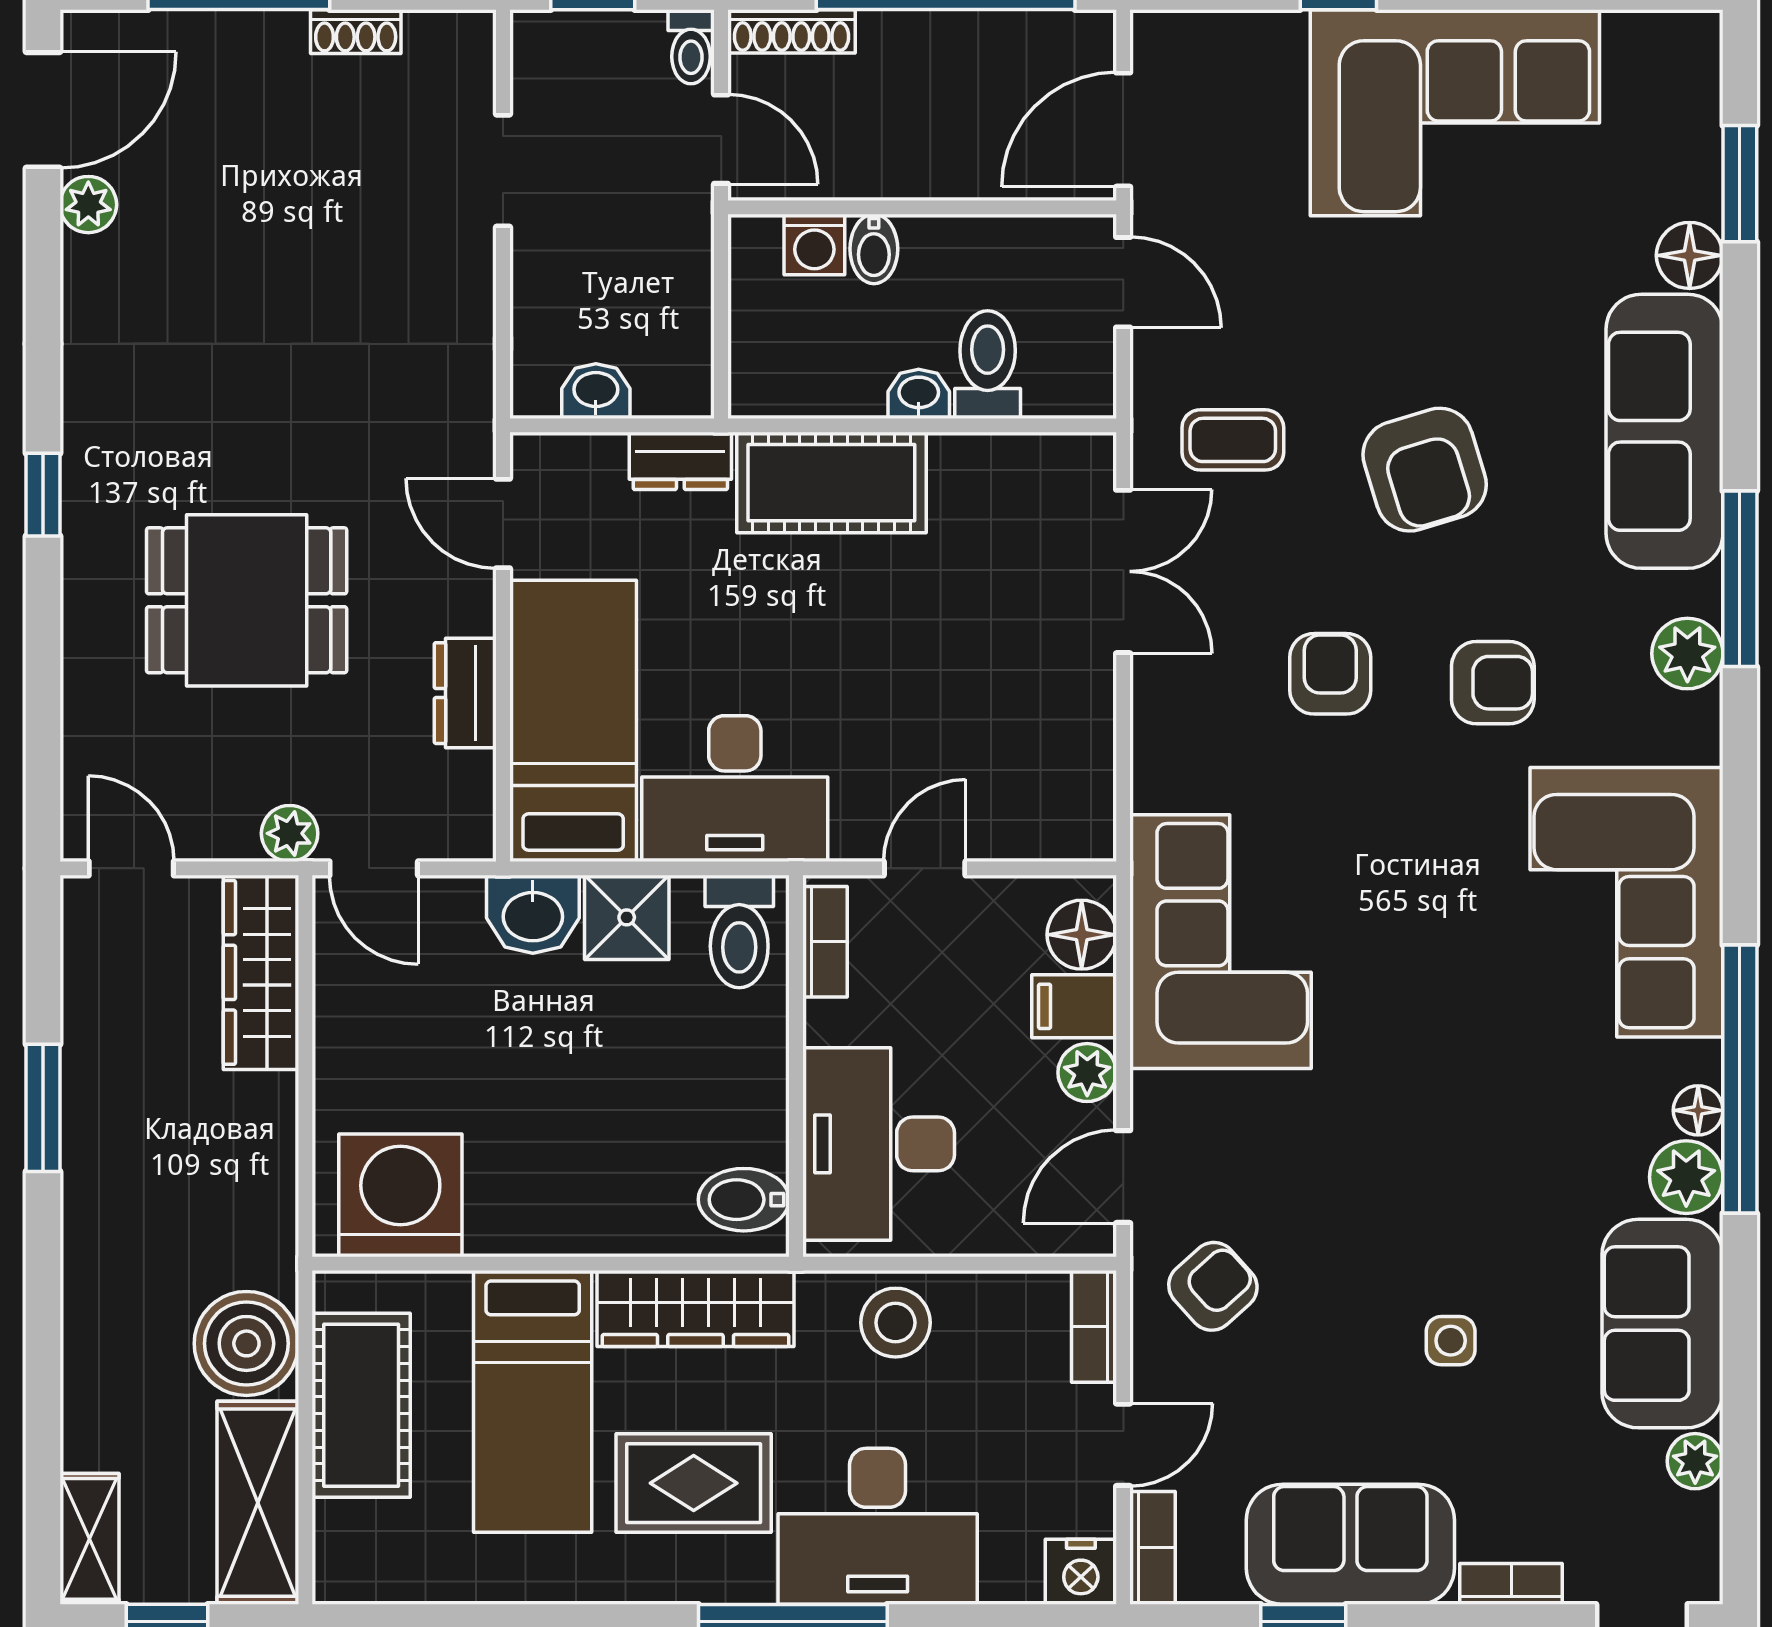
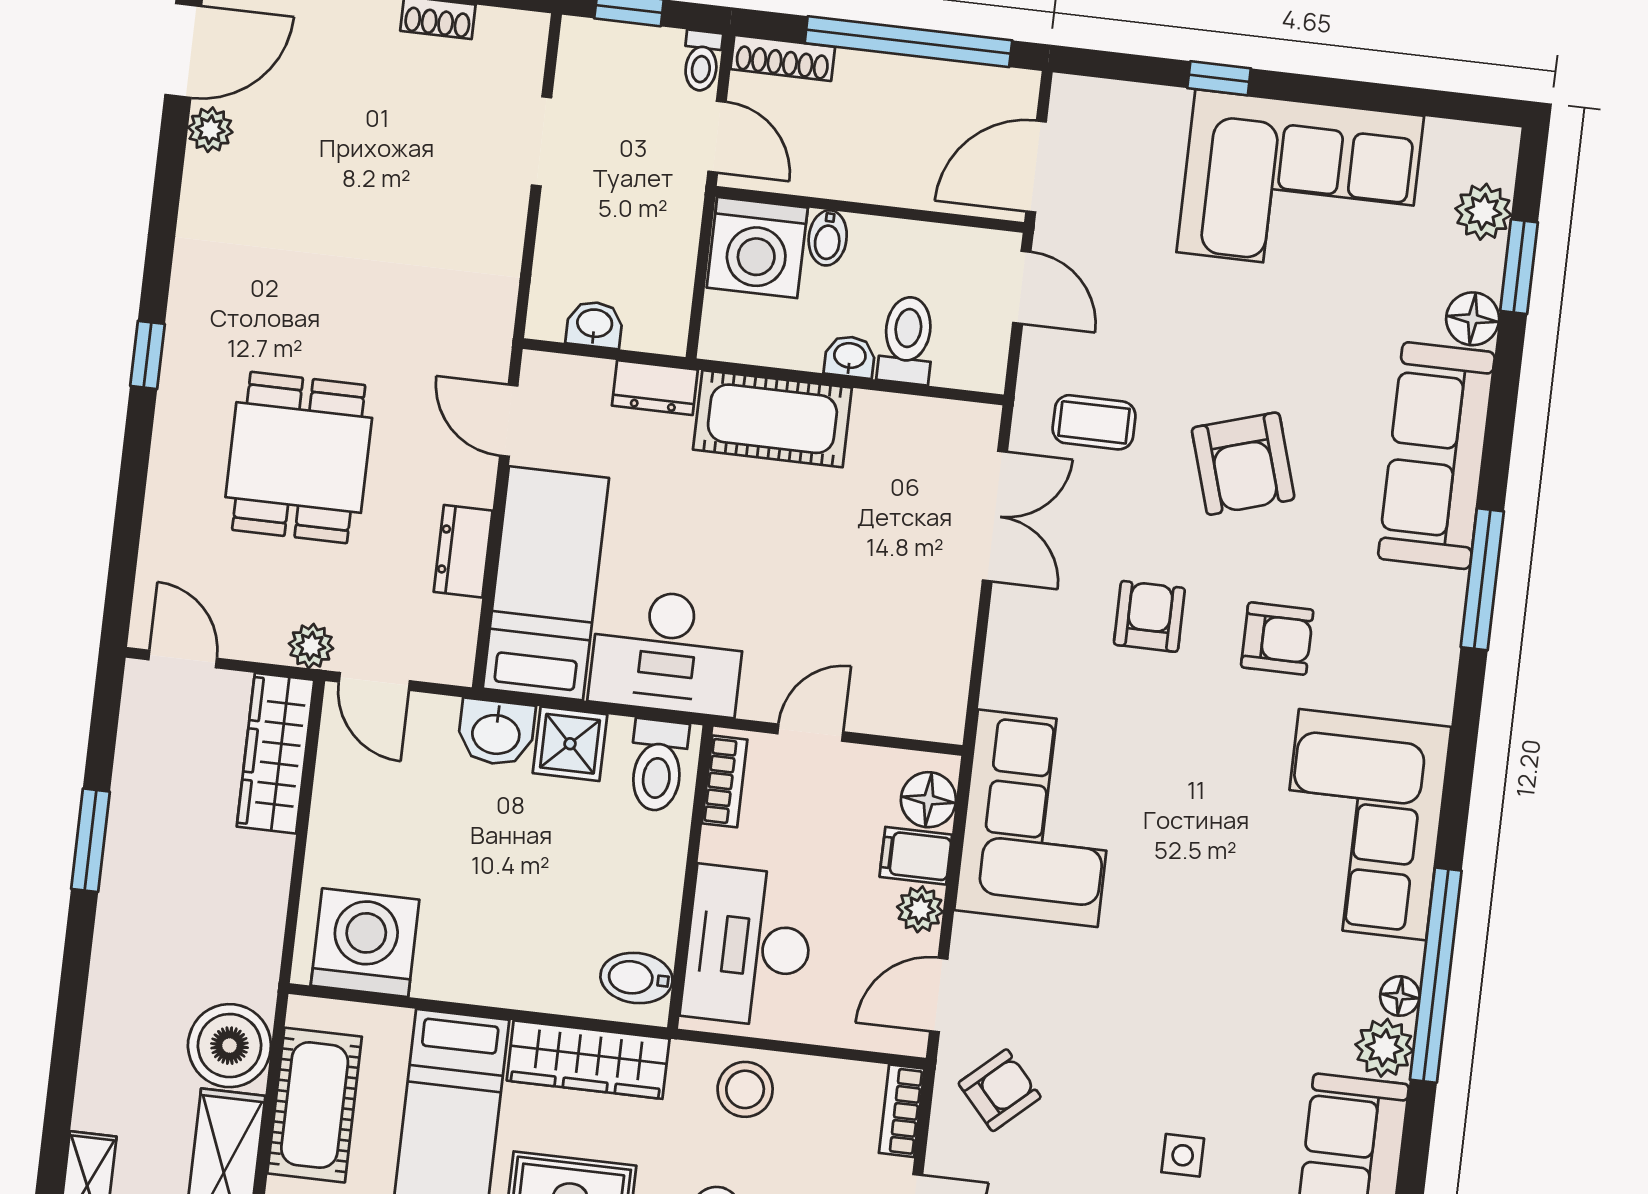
washing machine: (814, 245) -> (757, 248), width x1.89, depth x1.89
dining table: (247, 600) -> (299, 458), turned 90
plant: (1687, 654) -> (1483, 212), moved

